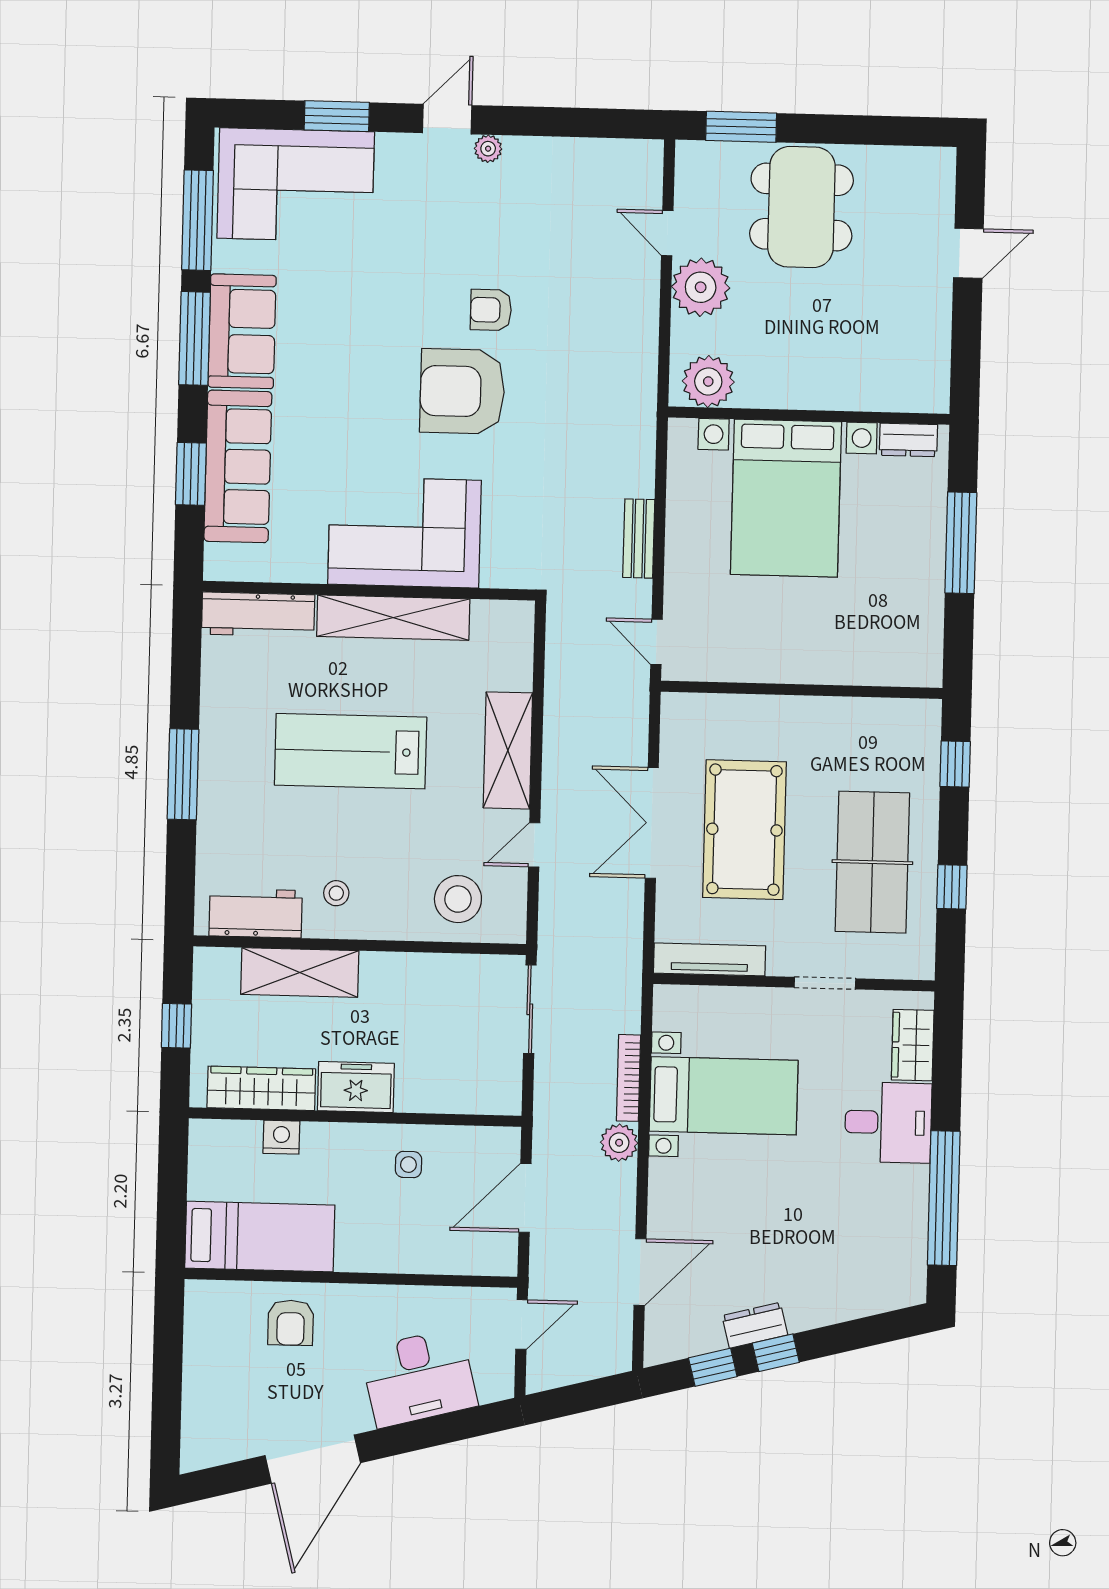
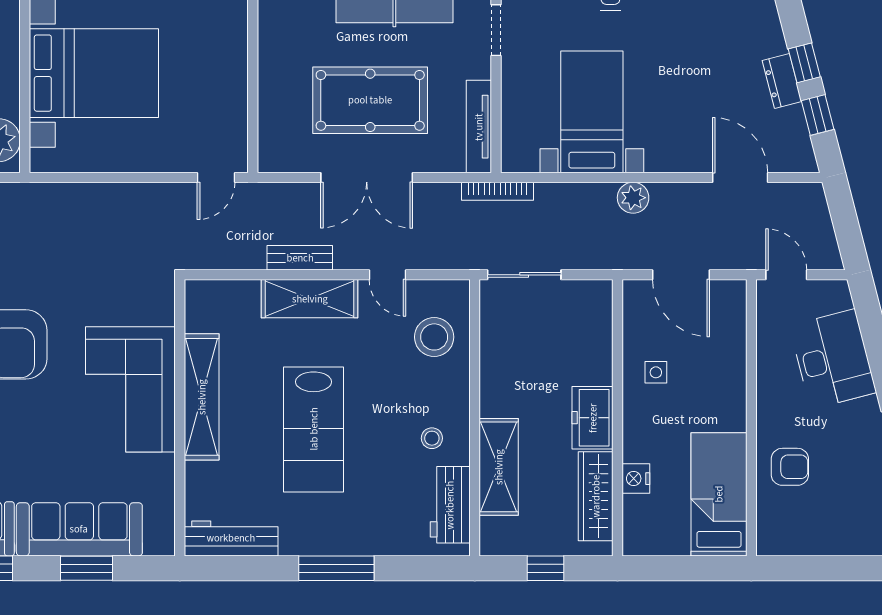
bench: (639, 539) -> (300, 258), moved
workbench: (258, 614) -> (231, 538), moved, turned -90
bookcase: (629, 1078) -> (498, 191), moved

